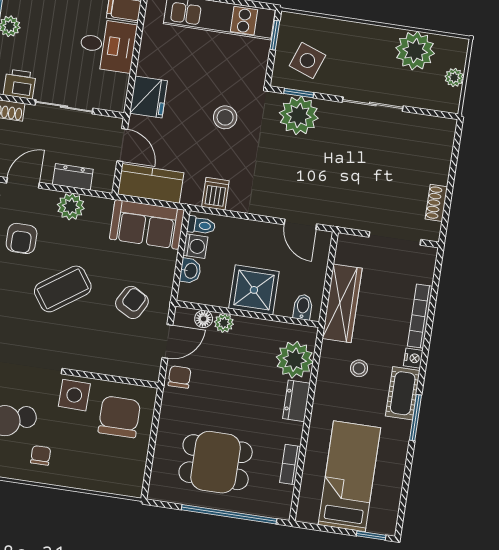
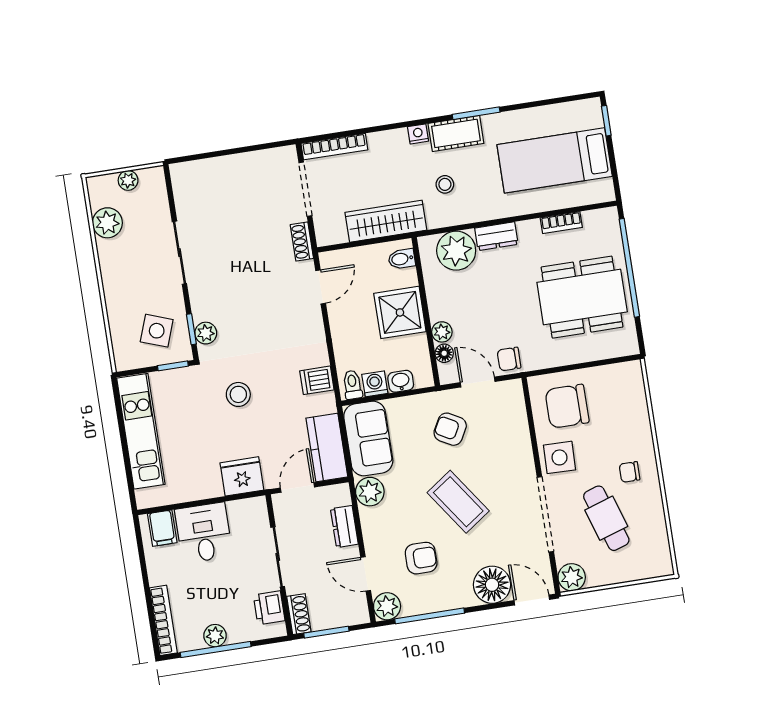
window: (275, 35) -> (173, 366), moved
plant: (415, 51) -> (107, 223), width x0.73, depth x0.73
plant: (299, 115) -> (206, 333), width x0.53, depth x0.53
shoe rack: (436, 203) -> (302, 241), moved, turned 90
plant: (71, 206) -> (370, 492), moved
bookcase: (420, 316) -> (334, 147), moved
dining table: (216, 462) -> (582, 297), width x1.38

